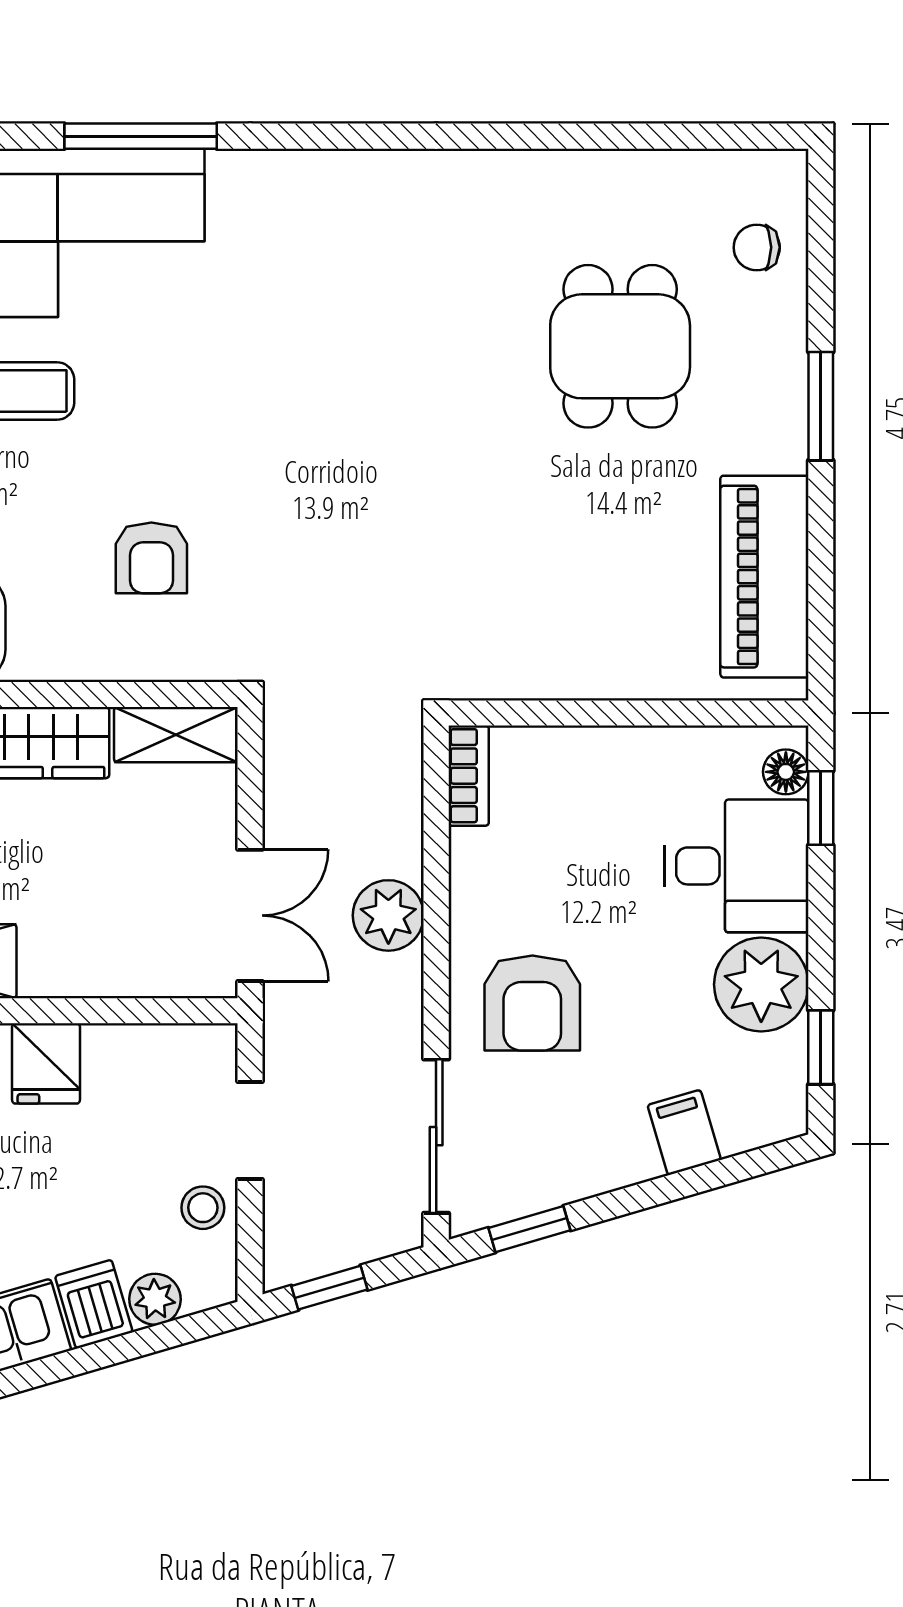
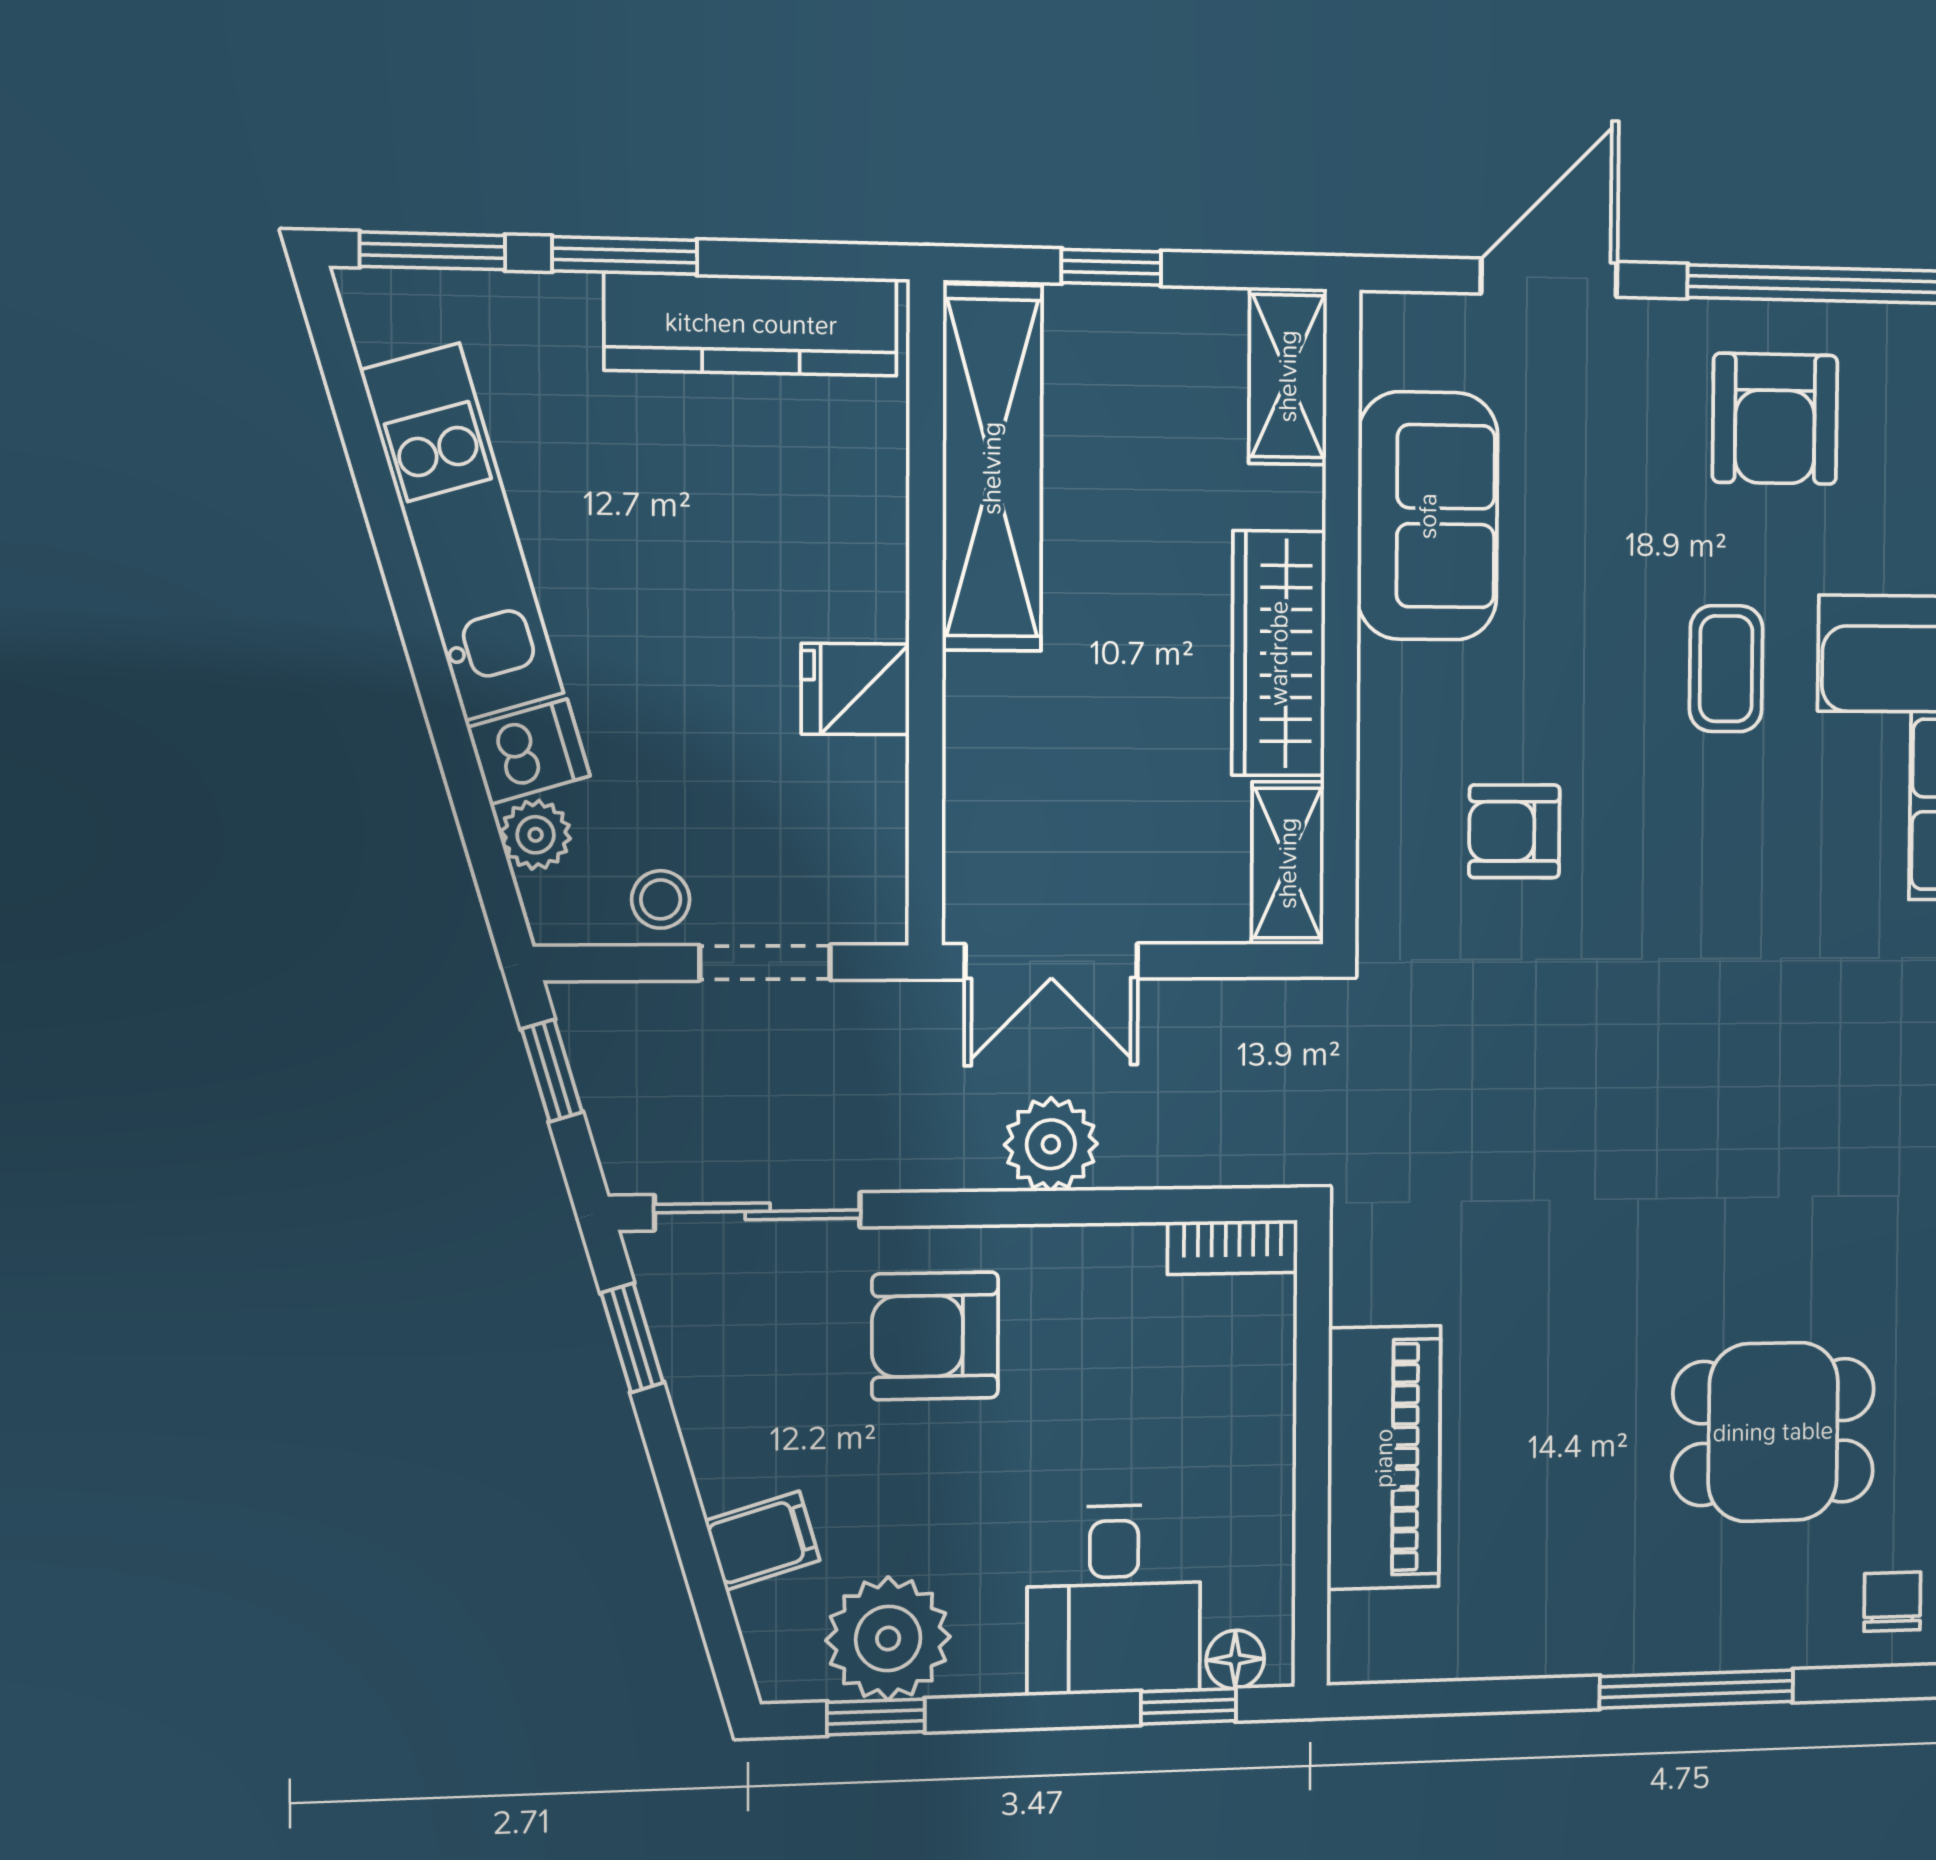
window: (821, 406) -> (1697, 1689), width x1.44
piano: (764, 577) -> (1384, 1458), moved, turned 90
plant: (761, 984) -> (888, 1639), moved

